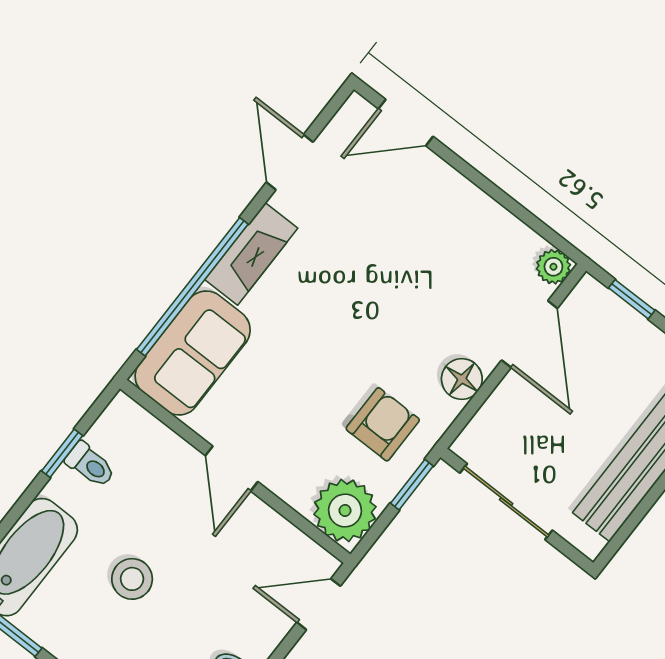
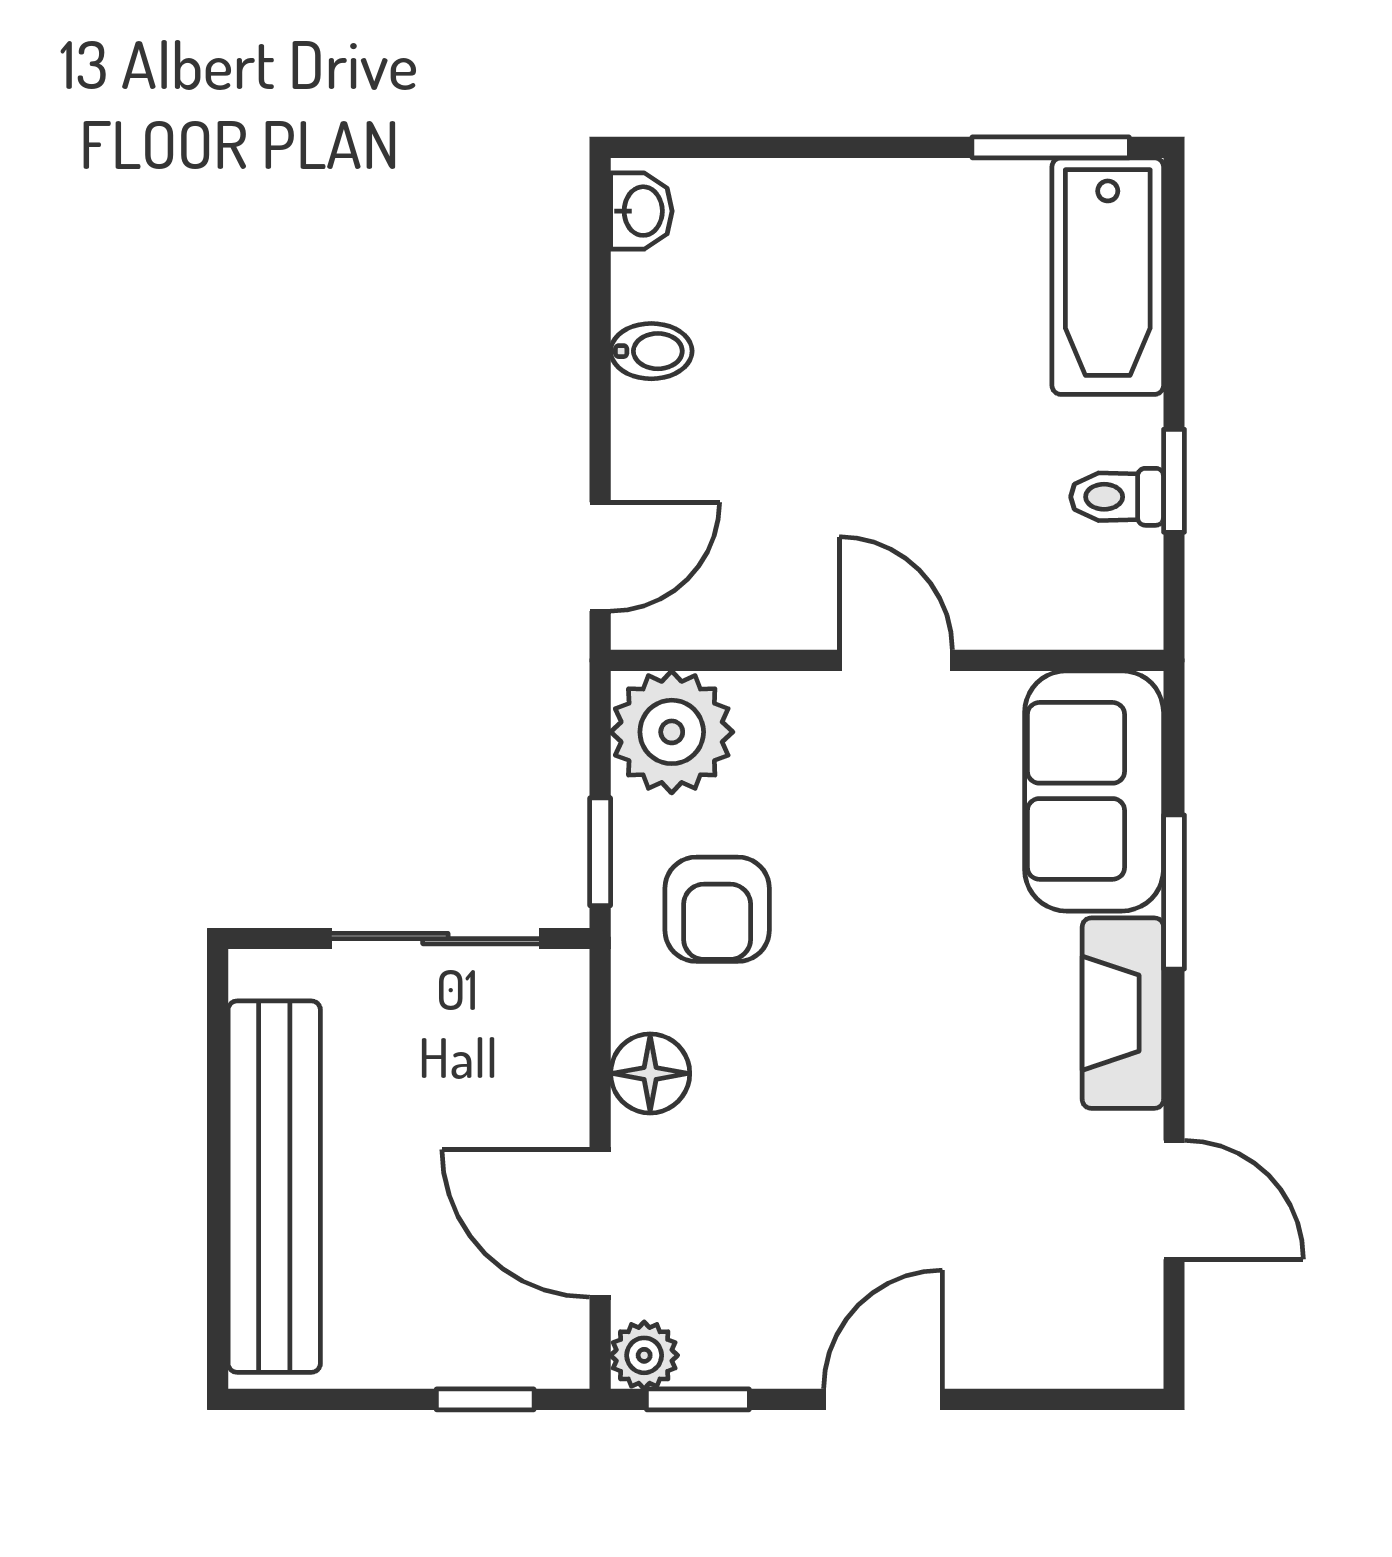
door: (406, 123) -> (883, 1399), moved
window: (546, 232) -> (698, 1399), added
window: (192, 287) -> (1174, 892), width x0.47
stool: (132, 579) -> (916, 372), removed

